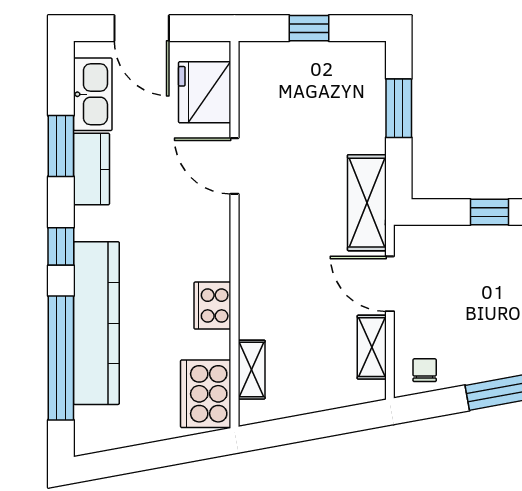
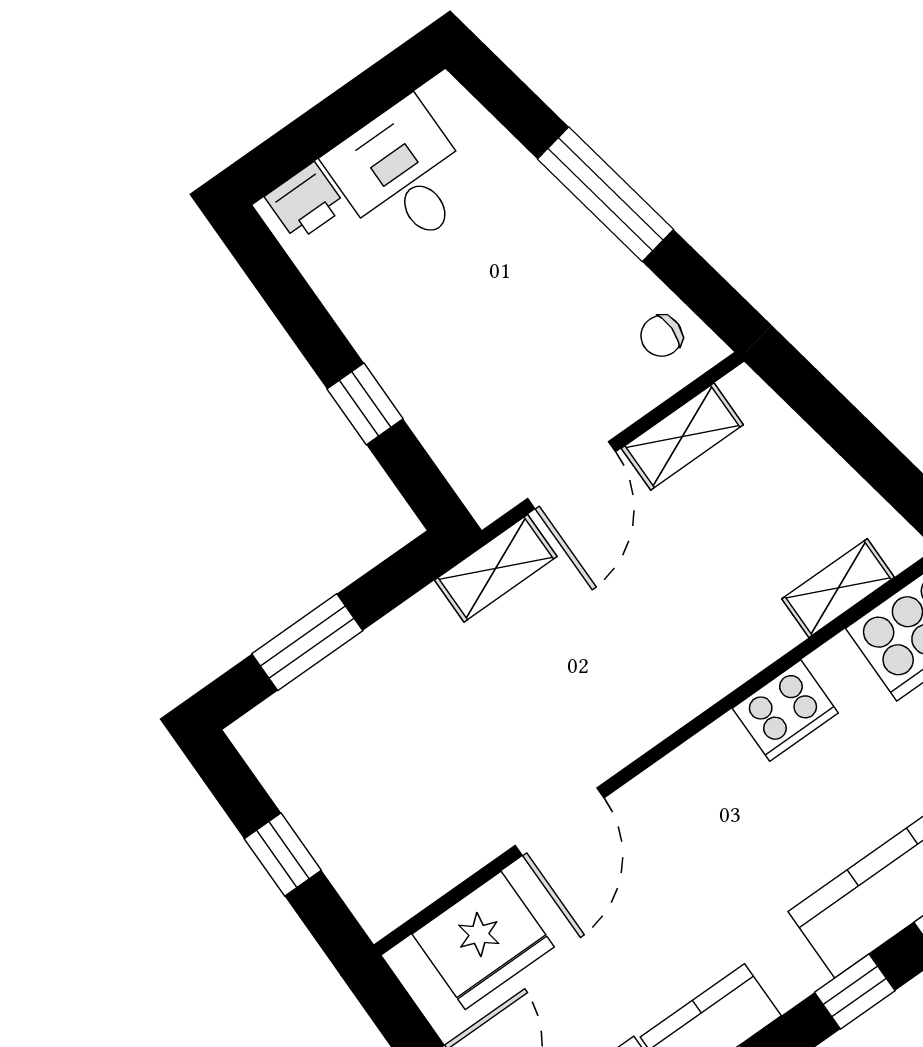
shelving: (367, 203) -> (496, 568), width x0.67, depth x0.75

